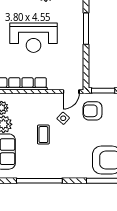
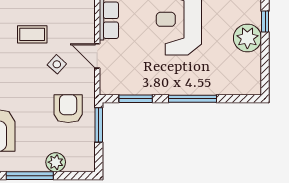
window: (86, 66) -> (136, 99), added
door: (71, 92) -> (97, 56), moved

